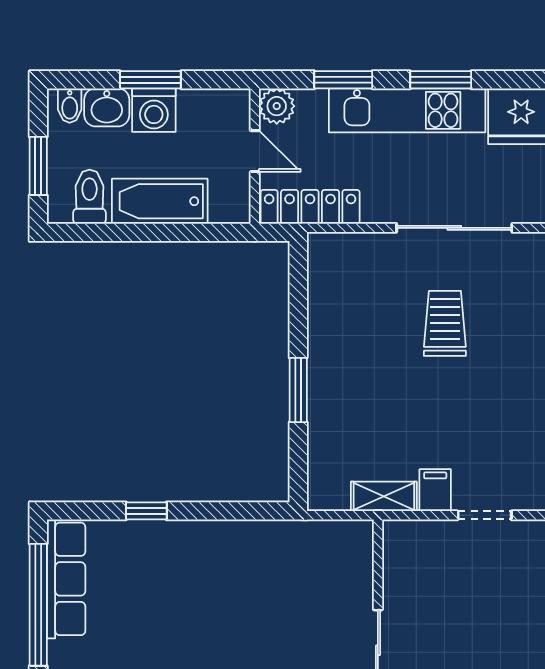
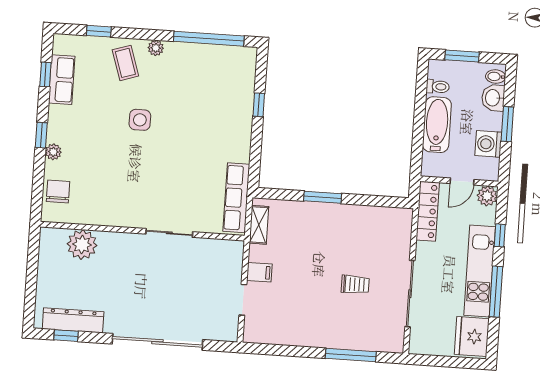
window: (343, 80) -> (500, 235), width x0.67
window: (441, 80) -> (496, 292), width x1.44
washing machine: (154, 110) -> (488, 144), moved
toilet: (90, 197) -> (438, 87), width x0.73, depth x0.72
trolley: (445, 323) -> (355, 284), width x0.73, depth x0.72
shelving: (384, 496) -> (259, 225), moved
row of seats: (66, 579) -> (236, 198), moved, turned 90

